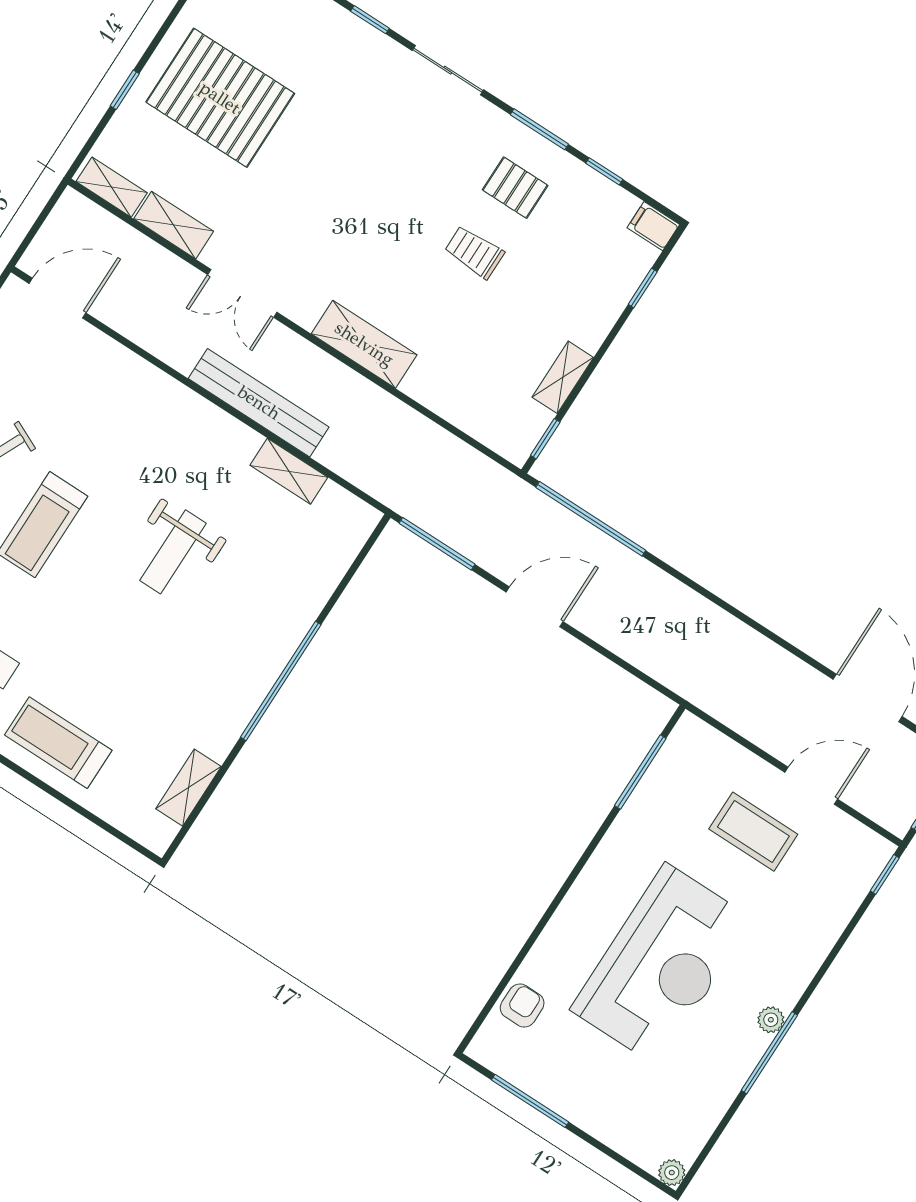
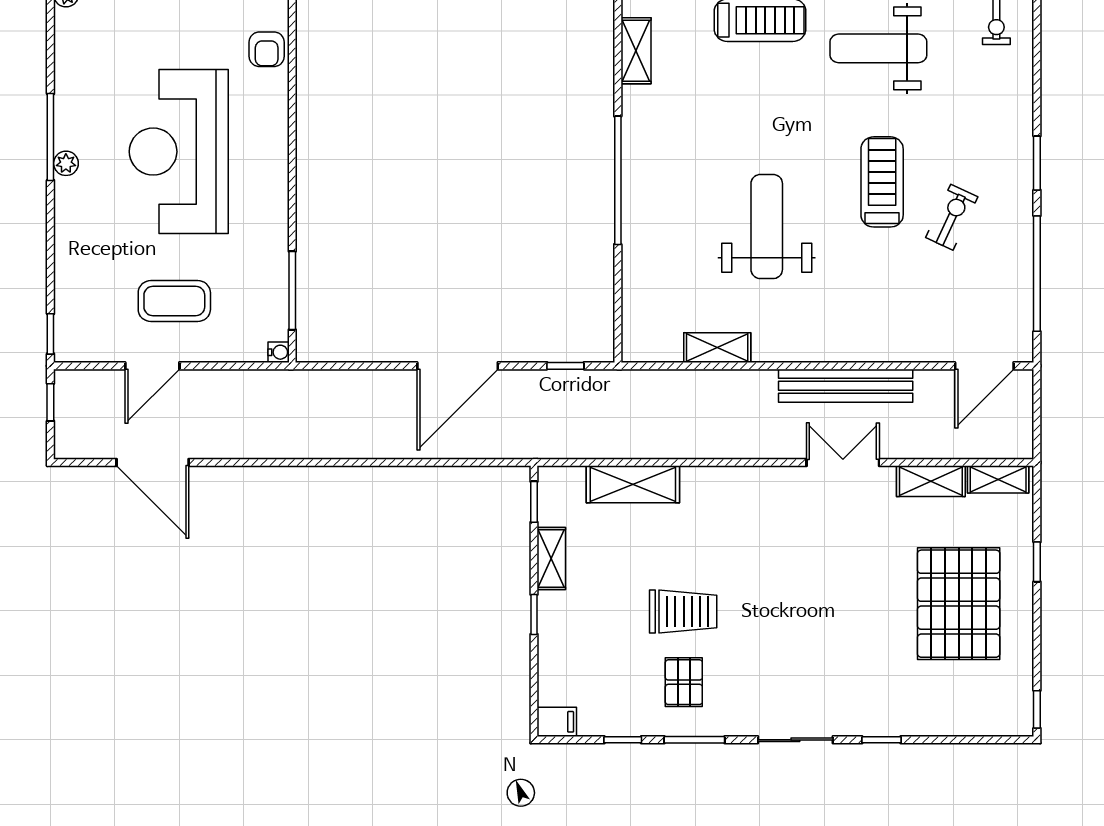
pallet: (220, 98) -> (959, 604), turned 90
pallet: (515, 188) -> (684, 682), turned 90
trolley: (474, 252) -> (683, 611), width x1.36, depth x1.39
window: (643, 288) -> (534, 614), moved
shelving: (364, 344) -> (633, 484), moved
bench: (259, 403) -> (846, 386), moved
window: (591, 519) -> (458, 463), removed
window: (437, 544) -> (565, 366), width x0.46
weight bench: (173, 552) -> (767, 227), width x1.36, depth x1.33
door: (535, 607) -> (458, 366), width x1.36
water cooler: (689, 724) -> (279, 352), added

